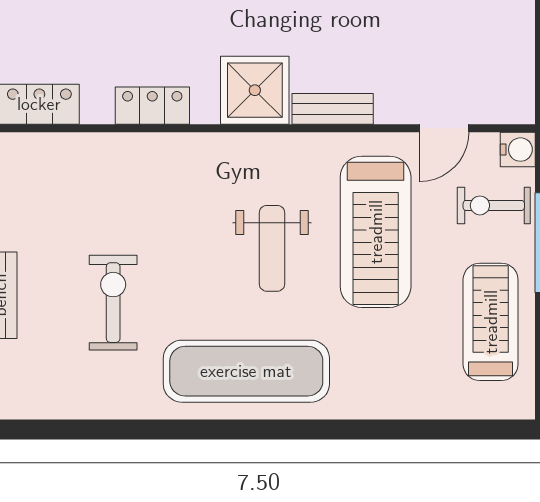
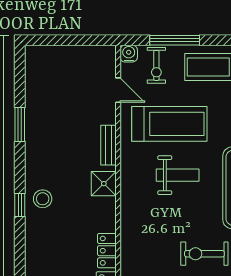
shower: (255, 90) -> (104, 184), width x0.73, depth x0.73
locker: (152, 106) -> (107, 251), moved

